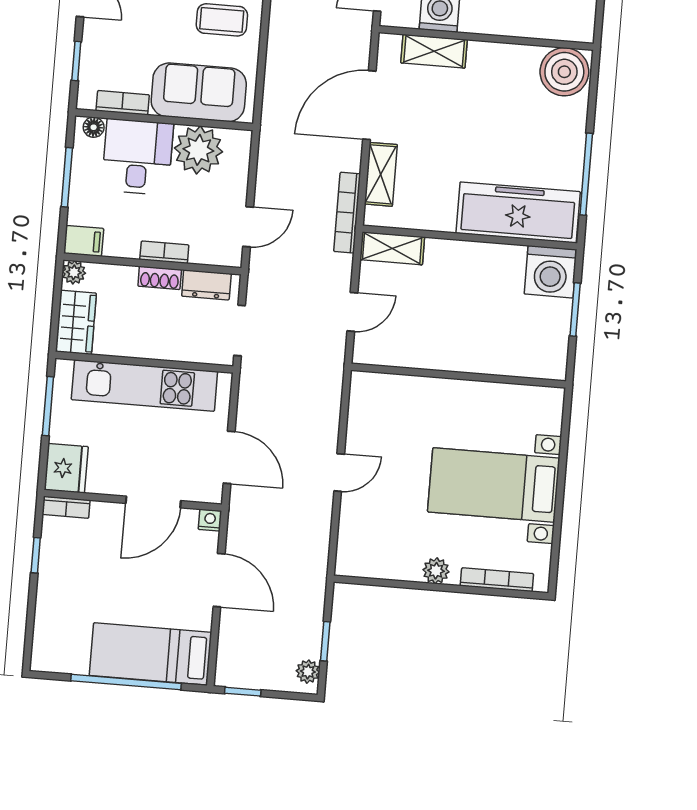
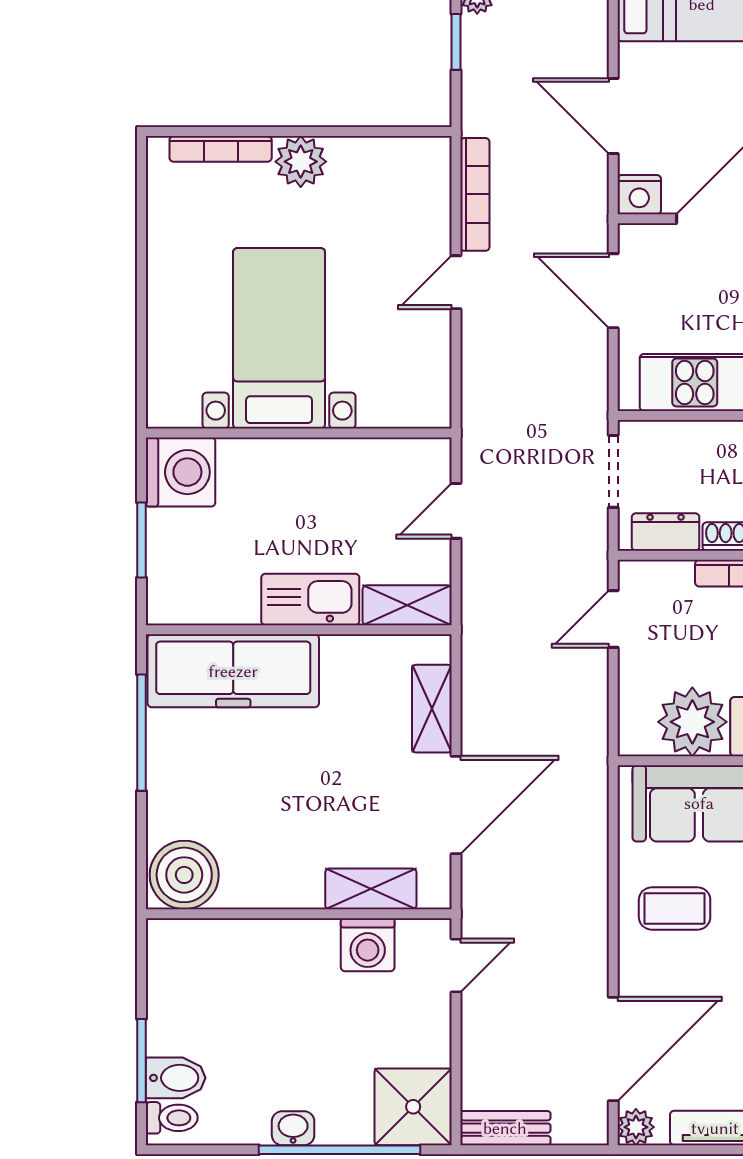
bookcase: (347, 213) -> (475, 194), moved
kitchen sink: (460, 258) -> (310, 599), added
washing machine: (551, 272) -> (180, 472), moved, turned 90
bed with nightstands: (494, 485) -> (279, 338), moved, turned -90
nightstand: (210, 520) -> (639, 195), width x1.39, depth x1.35
plant: (436, 571) -> (301, 162), width x1.38, depth x1.38

